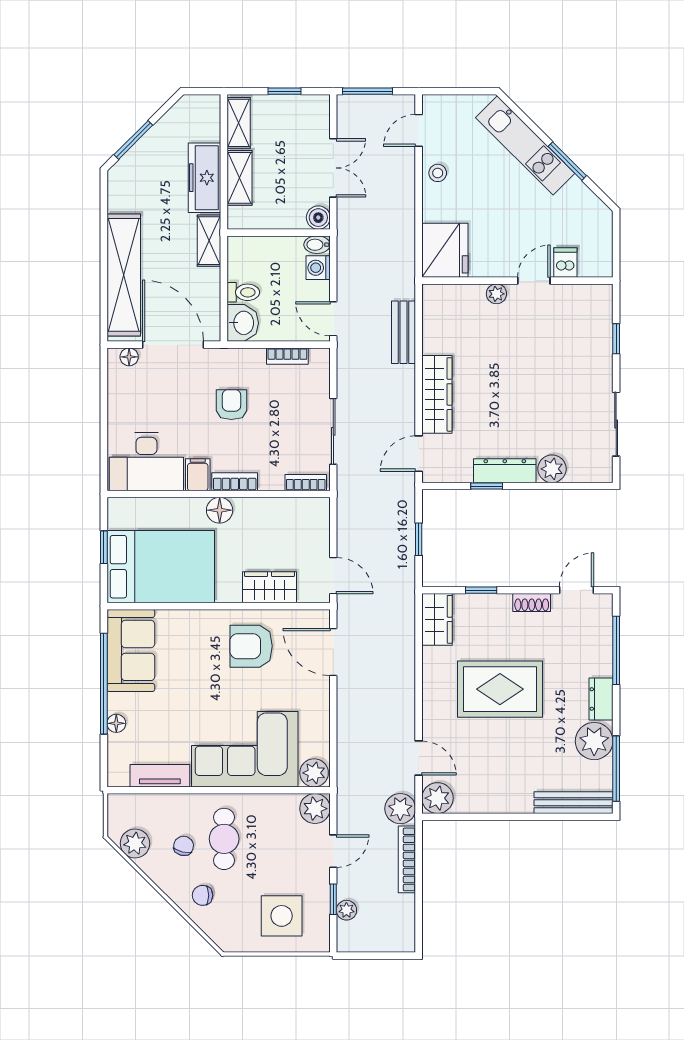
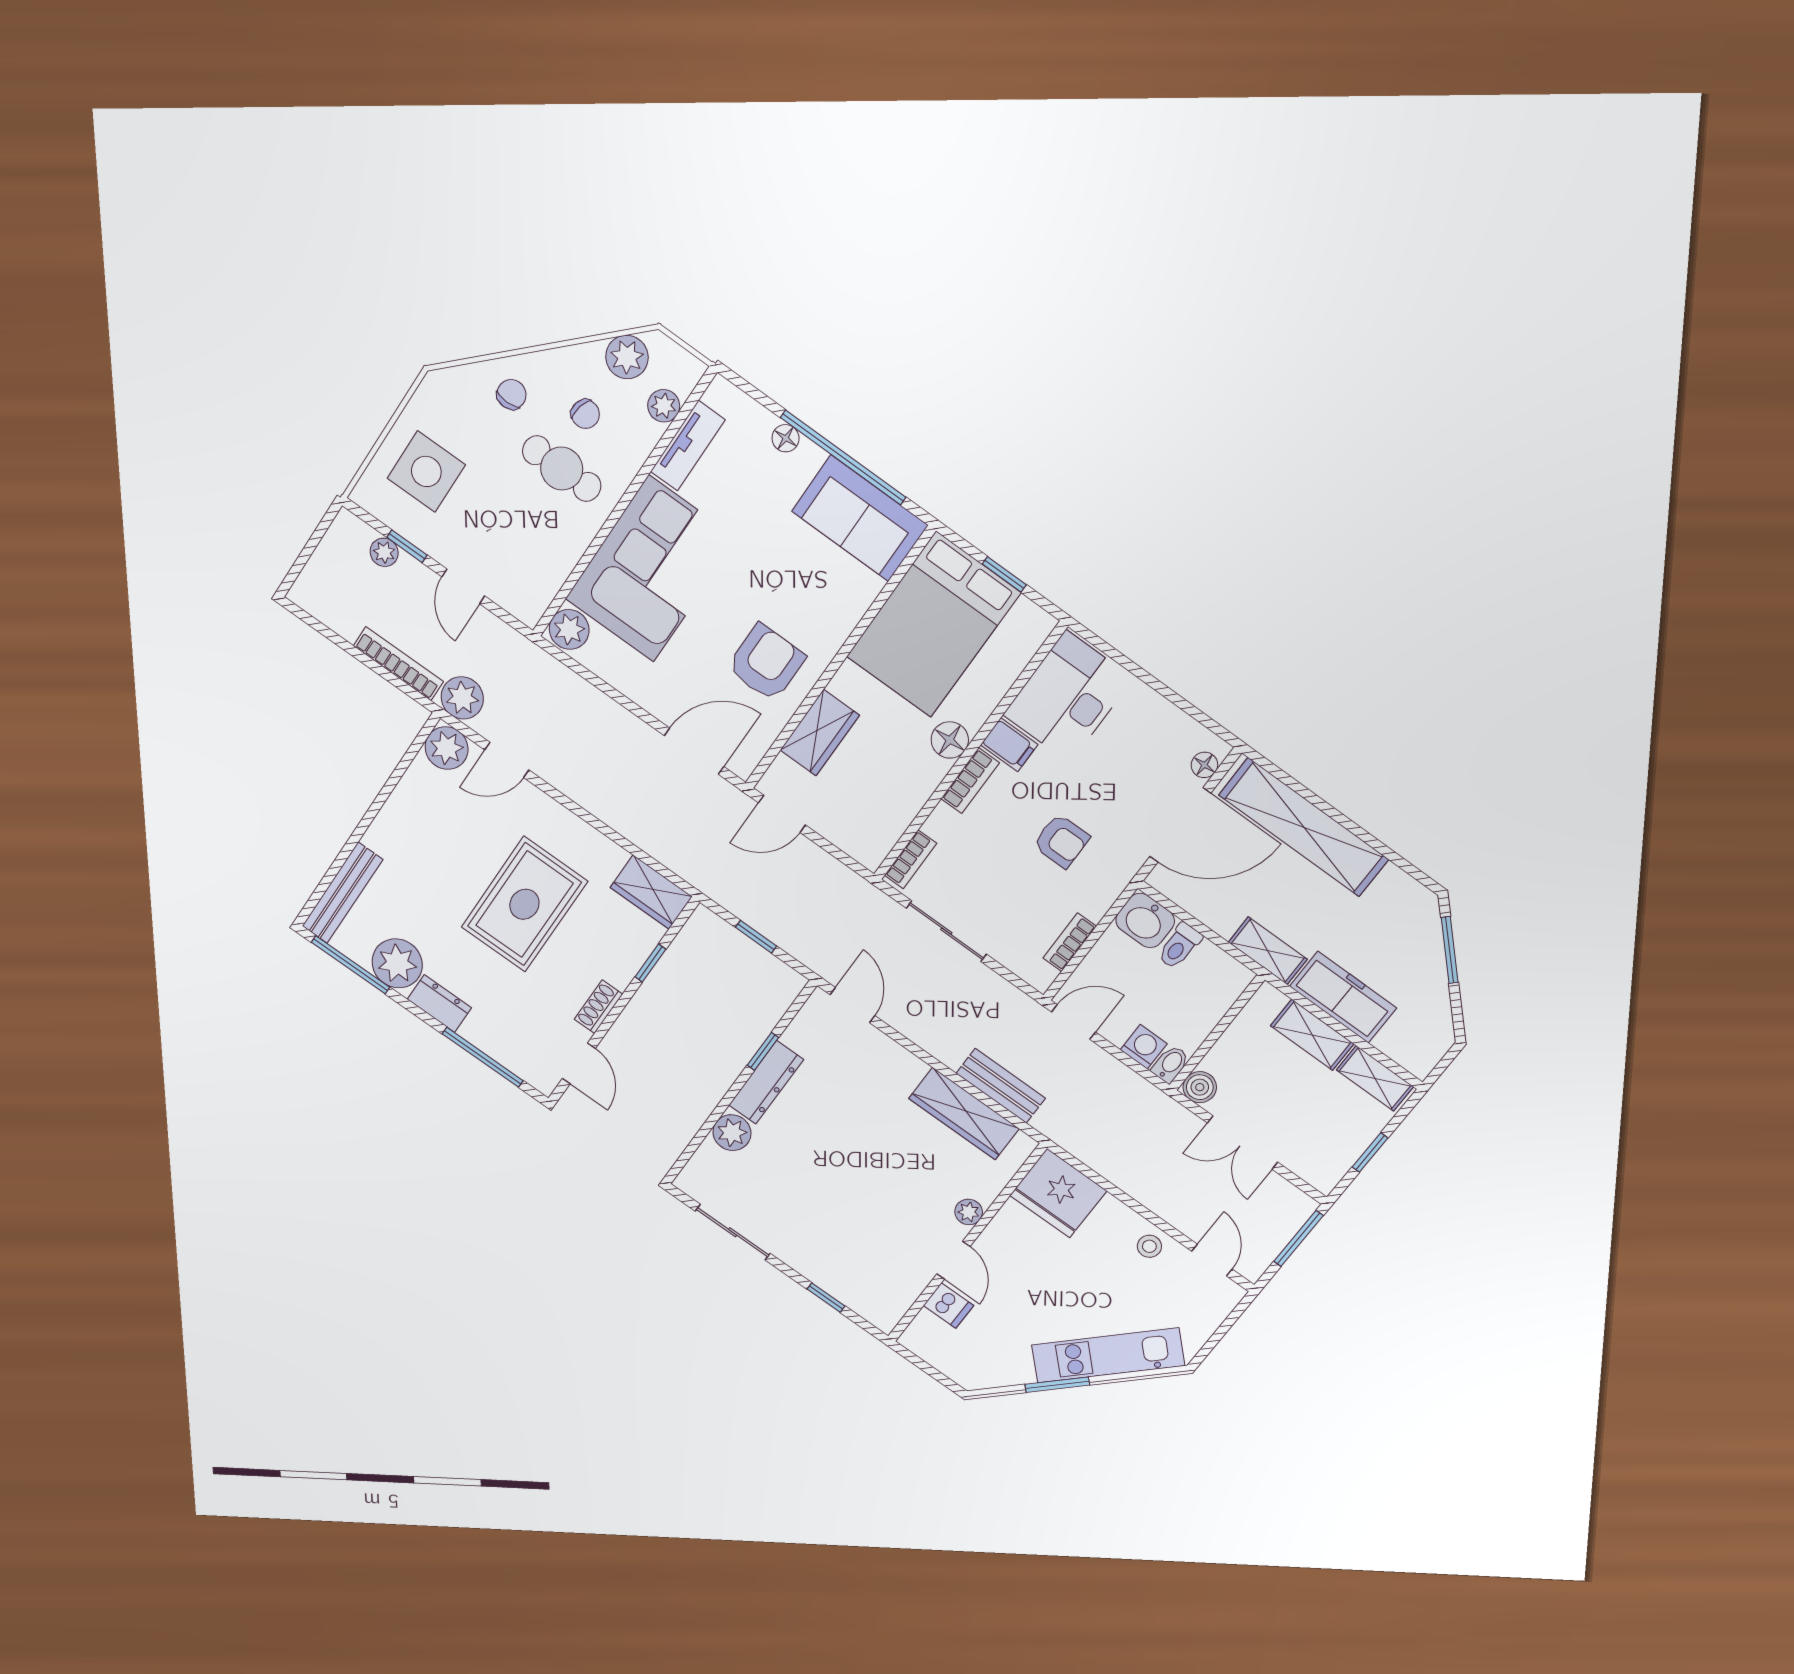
wardrobe: (437, 394) -> (964, 1114), moved
plant: (315, 809) -> (664, 406), moved, width x0.73, depth x0.73

